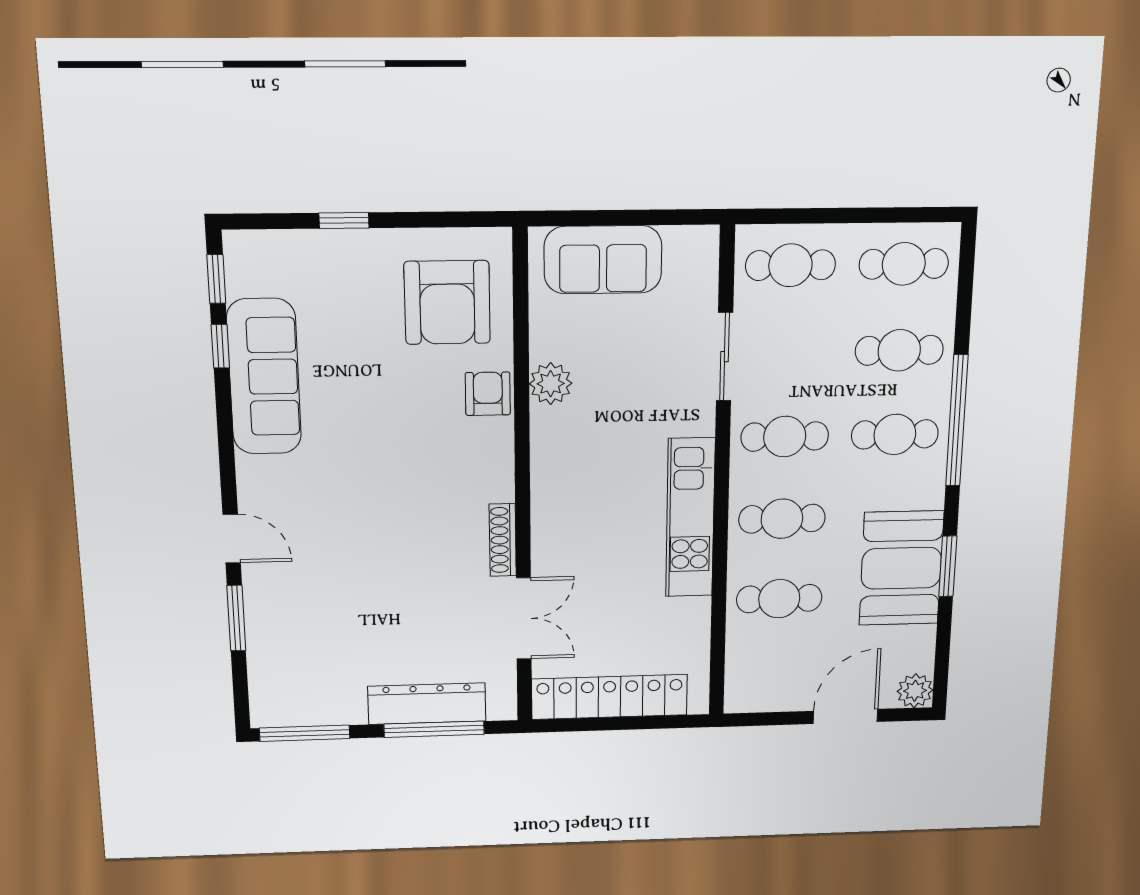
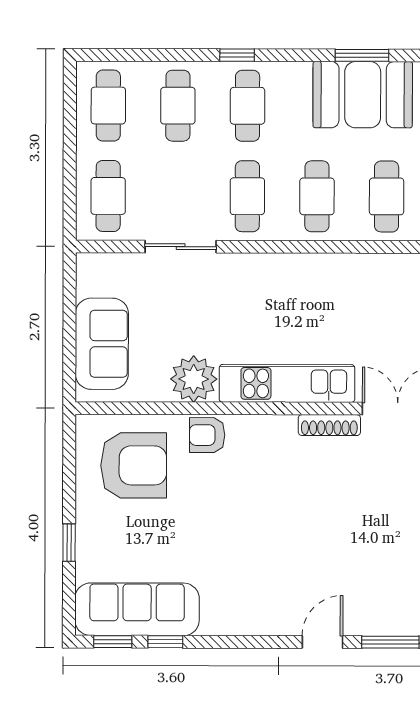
sofa: (264, 377) -> (137, 609), moved
plant: (551, 384) -> (194, 379), width x1.36, depth x1.36
window: (957, 421) -> (237, 55), width x0.32
kitchen unit: (690, 518) -> (287, 383), moved, turned 180

